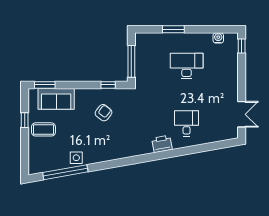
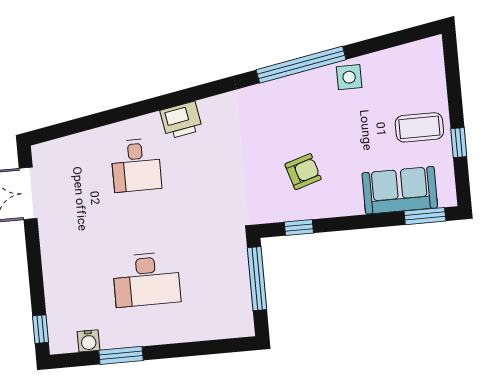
window: (173, 29) -> (121, 355), moved
armchair: (104, 113) -> (303, 172), turned -145
window: (65, 172) -> (301, 65), moved

